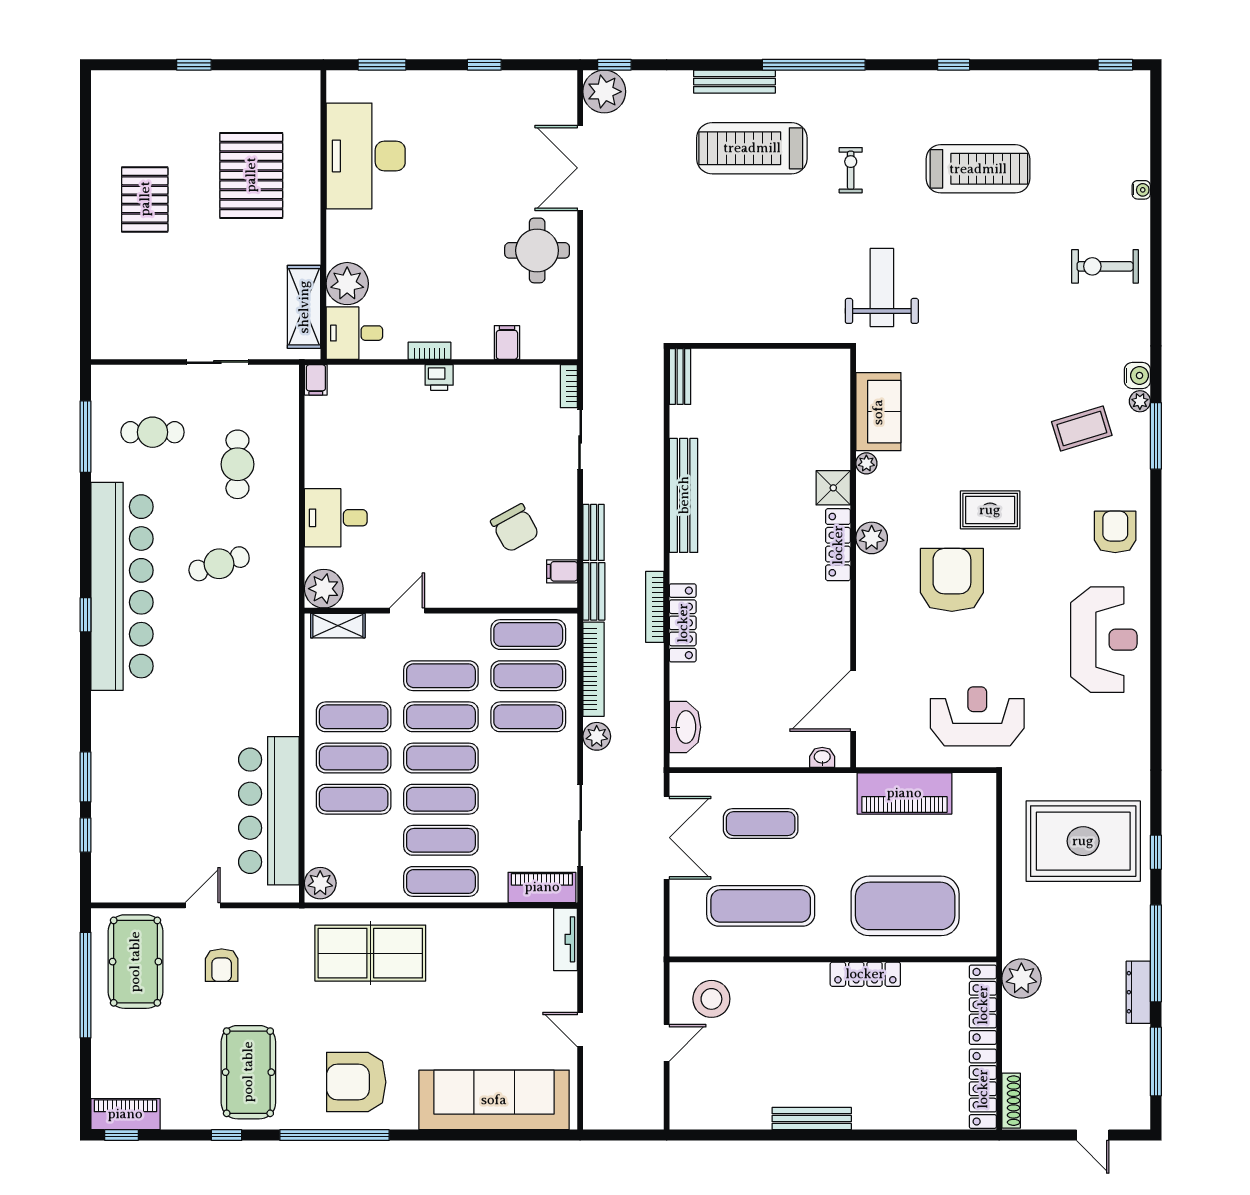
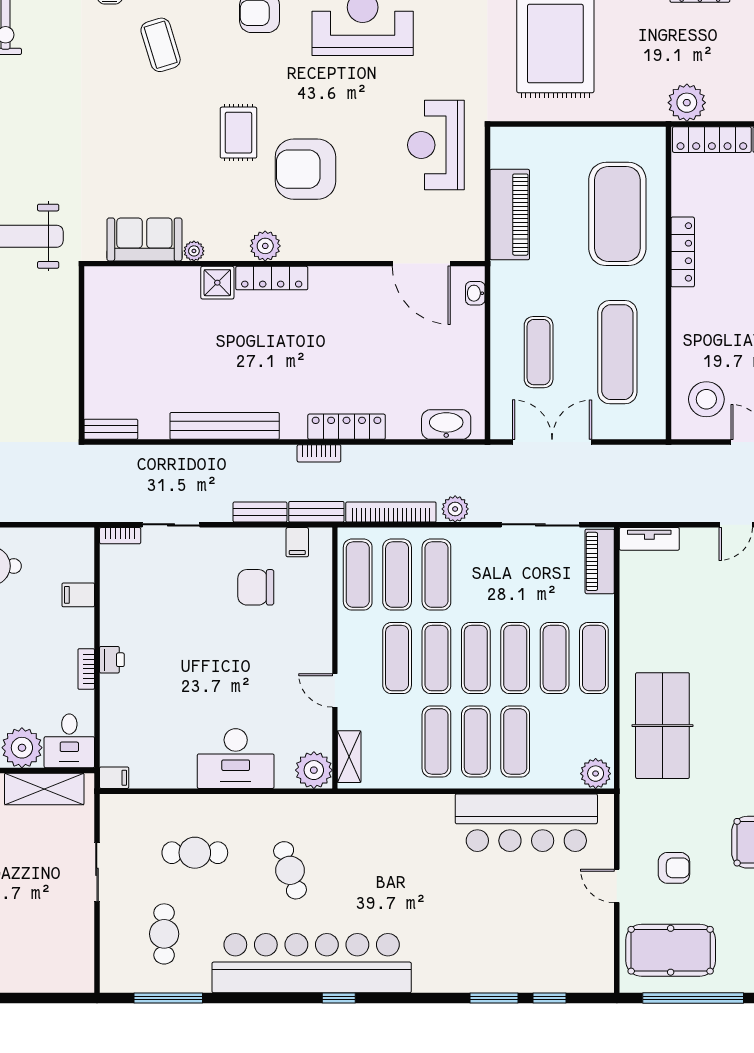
desk: (336, 518) -> (236, 759), width x1.37
chair: (515, 528) -> (256, 587), turned -151
bookcase: (655, 607) -> (319, 453), width x0.64

